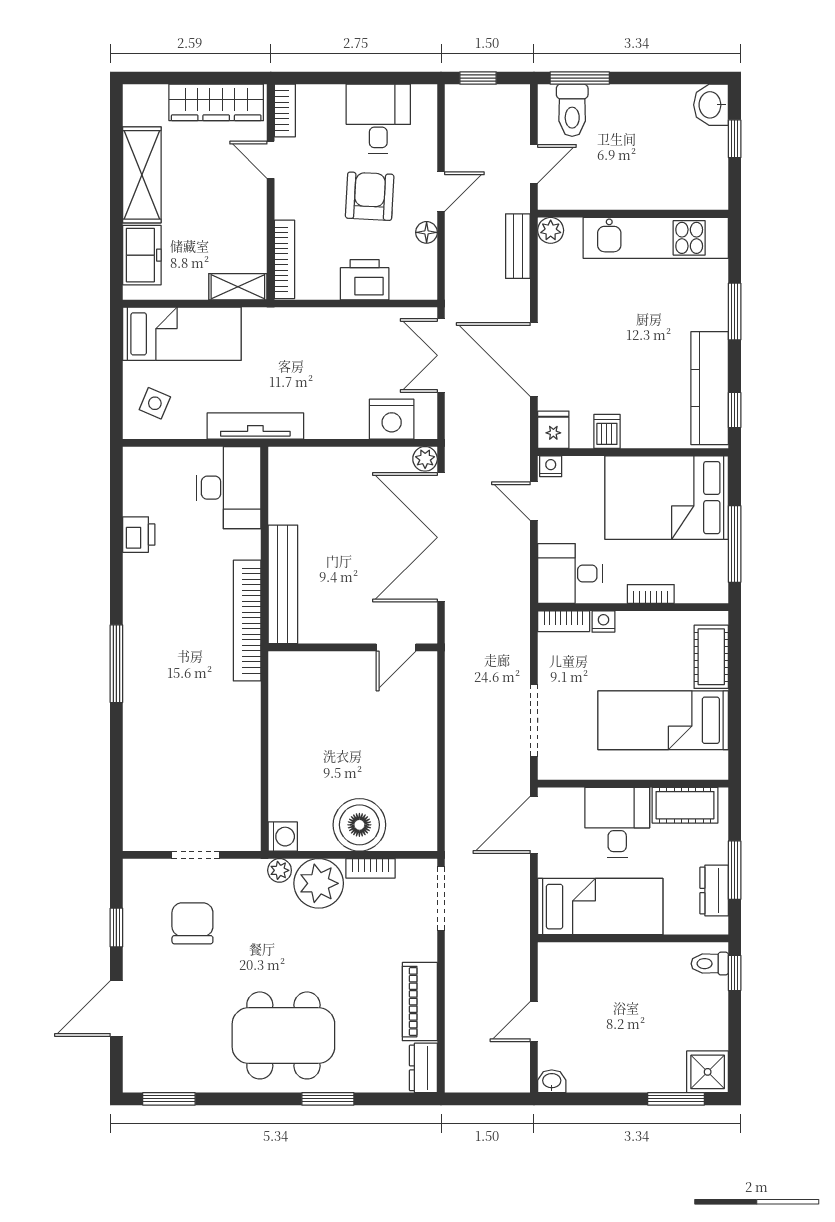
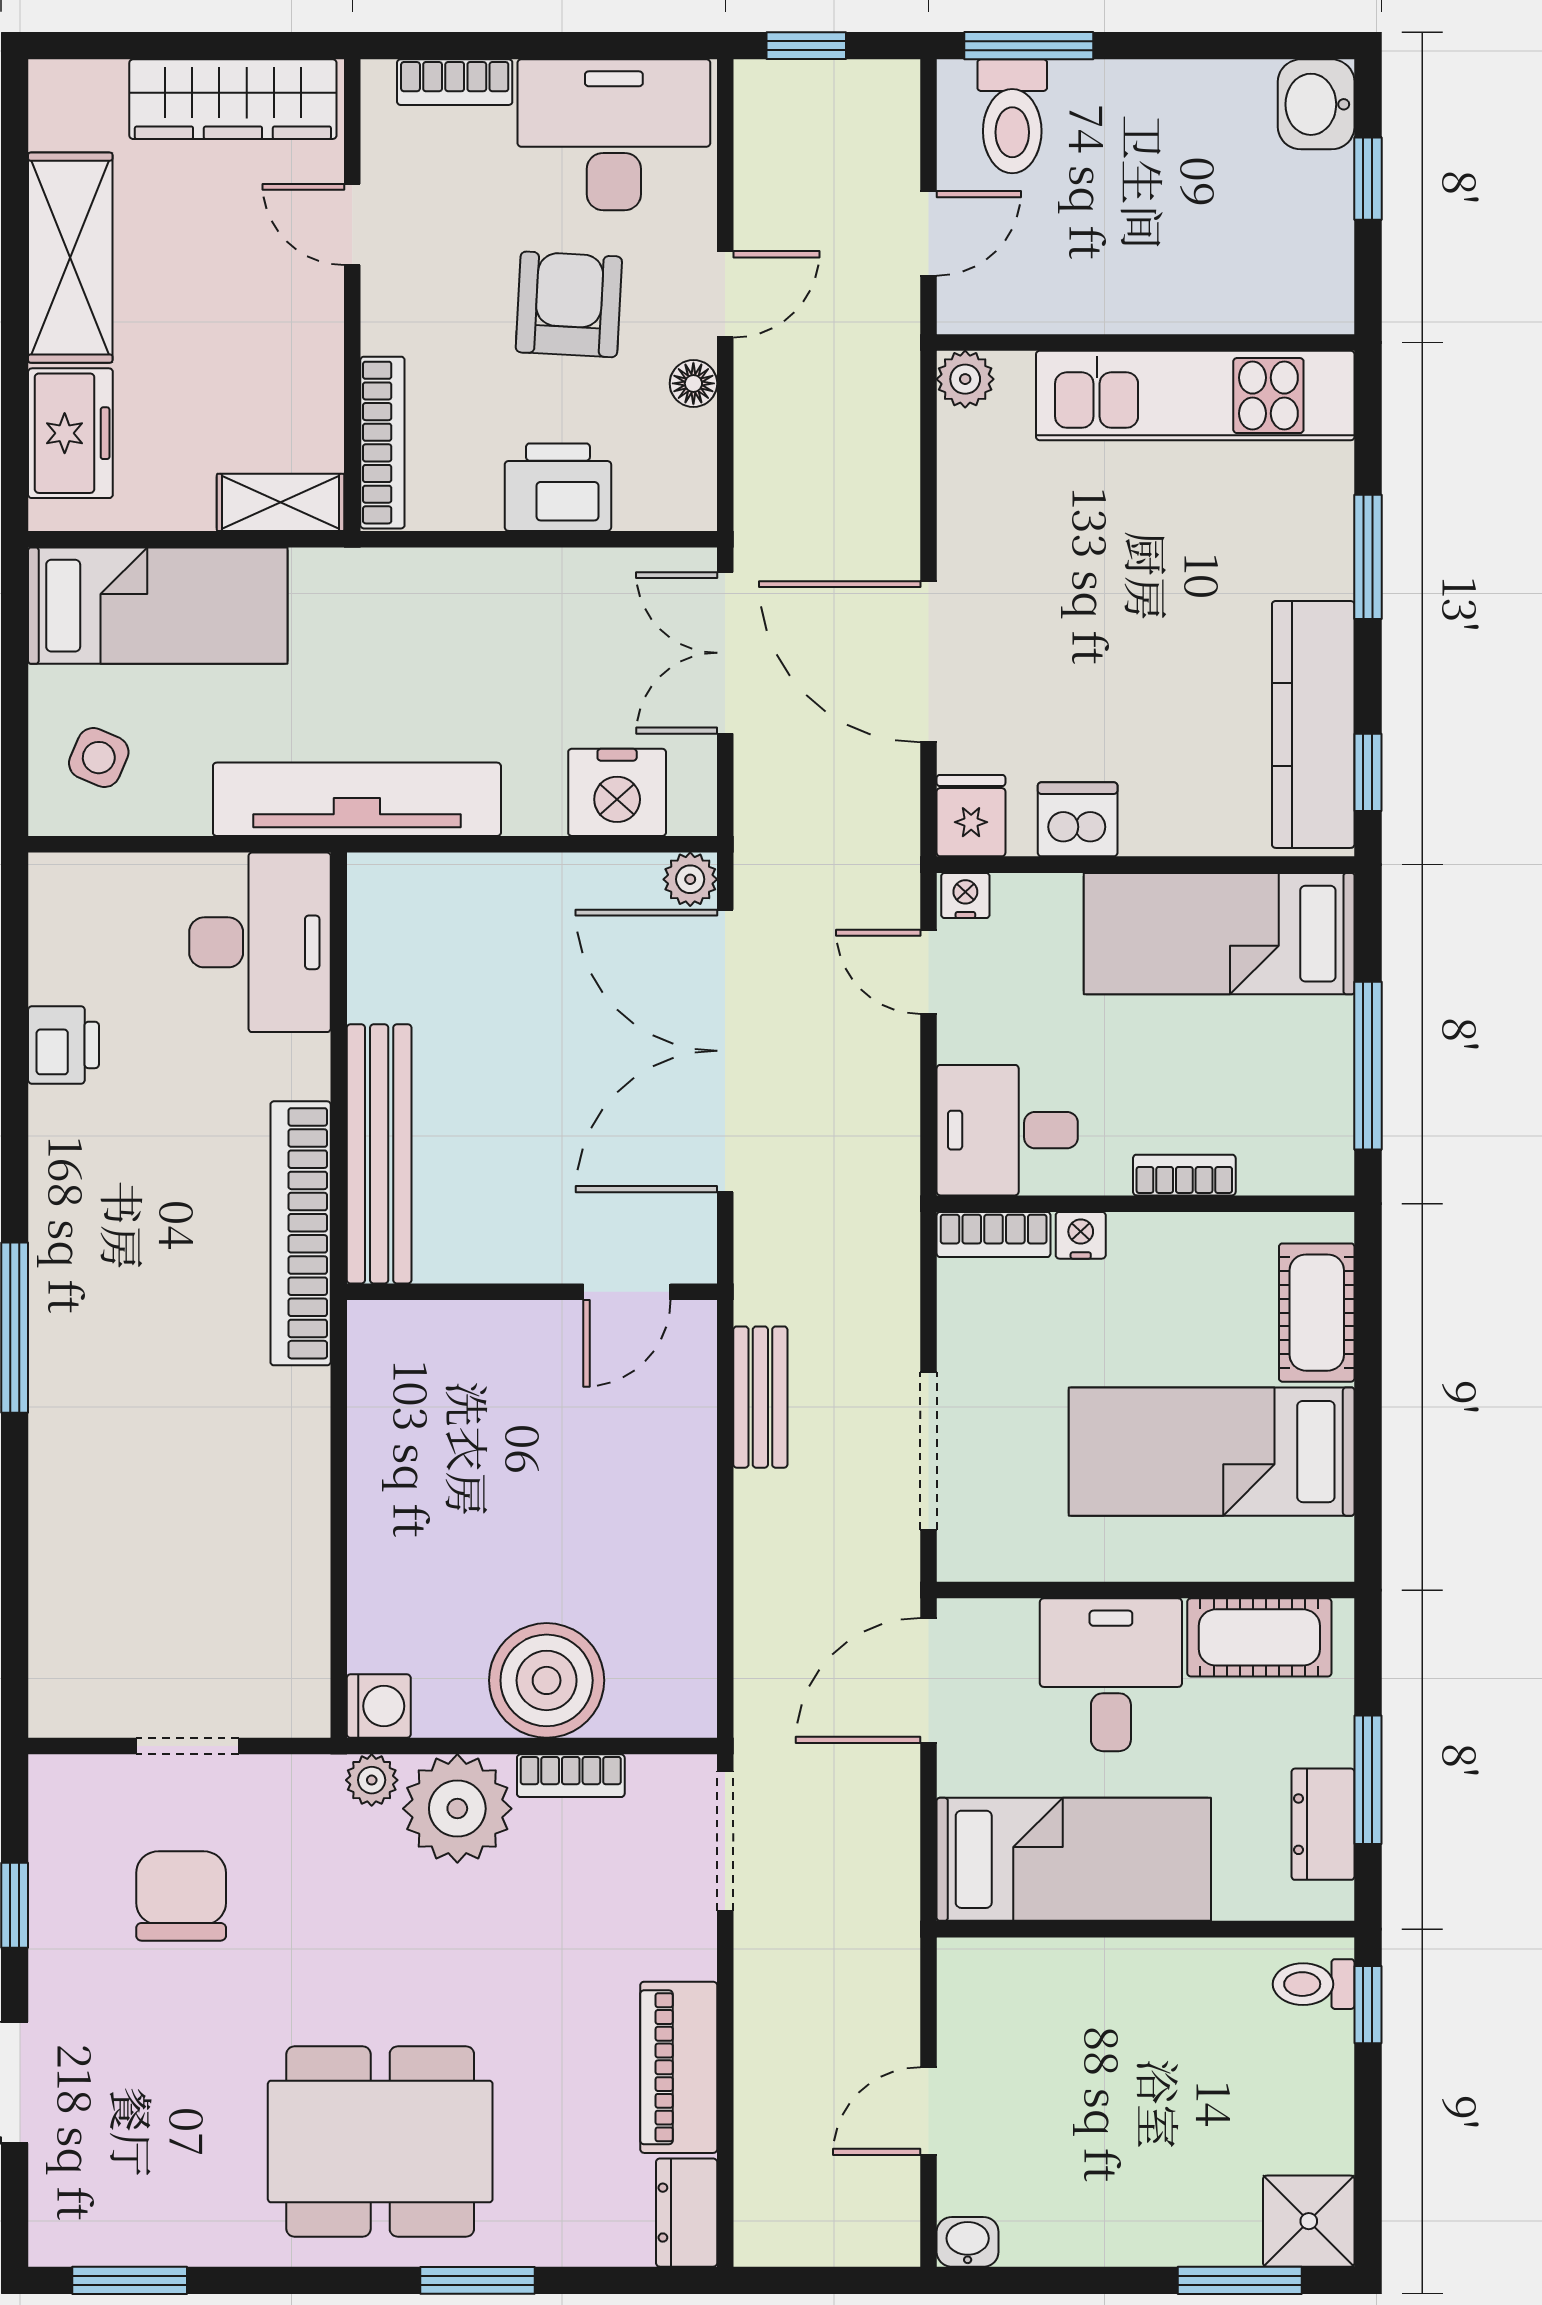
bookcase: (285, 110) -> (455, 82), moved, turned 90
desk: (378, 119) -> (614, 135), width x1.37
bench: (518, 246) -> (760, 1397), moved
tv unit: (255, 426) -> (357, 799), width x1.36, depth x1.29
dishwasher: (607, 431) -> (1078, 819), width x1.38
bed: (667, 498) -> (1219, 934), width x0.67

